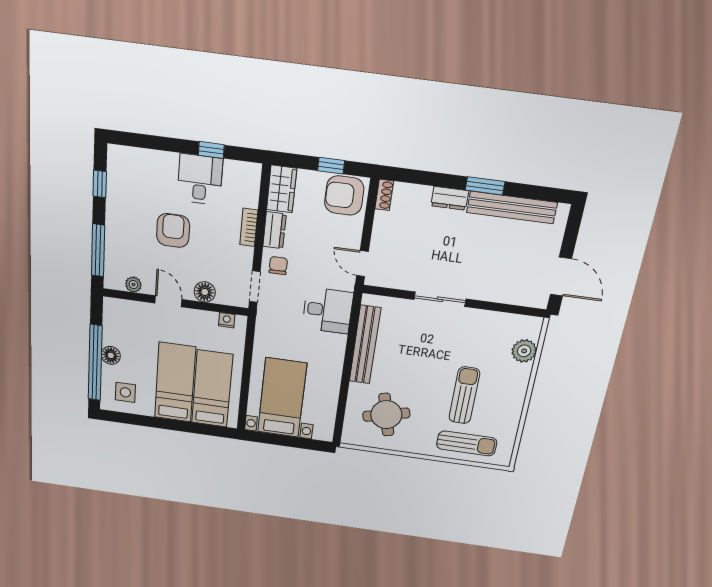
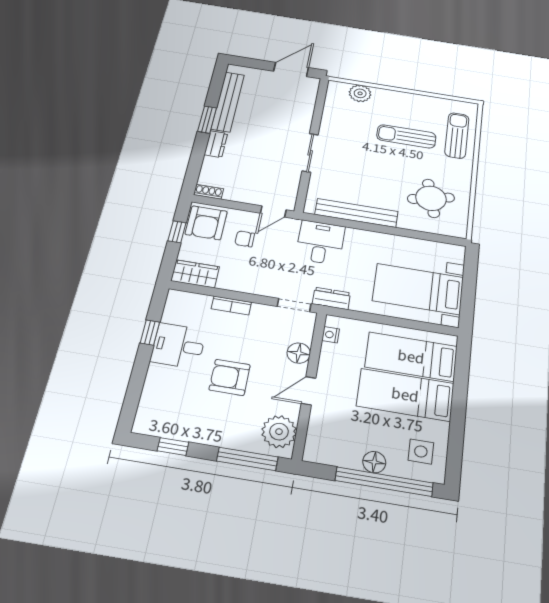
dresser: (275, 230) -> (331, 298), moved
chair: (278, 266) -> (245, 239), moved
plant: (133, 285) -> (279, 432), width x1.88, depth x1.88

